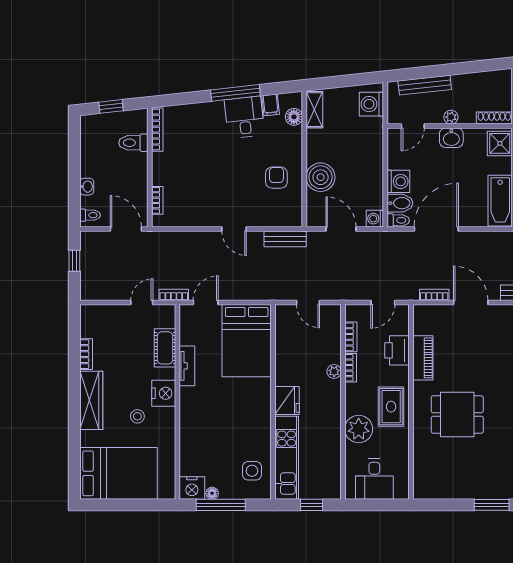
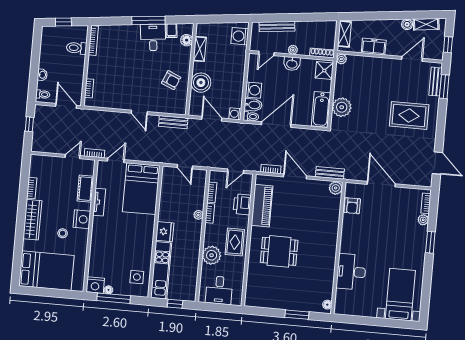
shelving: (314, 110) -> (200, 49), moved
armchair: (276, 178) -> (171, 80), turned 113
piano: (423, 358) -> (262, 206), width x1.37, depth x1.33

